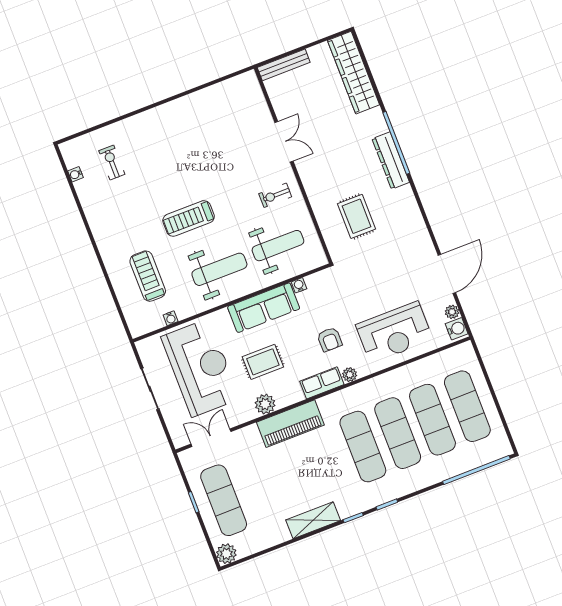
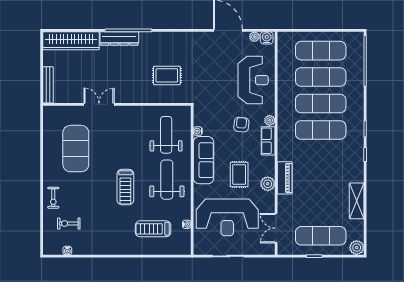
exercise mat: (214, 134) -> (76, 149), added
dresser: (391, 160) -> (119, 39), moved
exercise bike: (275, 195) -> (53, 198), moved
armchair: (330, 339) -> (241, 125), turned -84
reception desk: (200, 368) -> (227, 217), turned 180
piano: (290, 424) -> (285, 178), width x0.73, depth x0.75
shelving: (313, 520) -> (357, 201), moved

